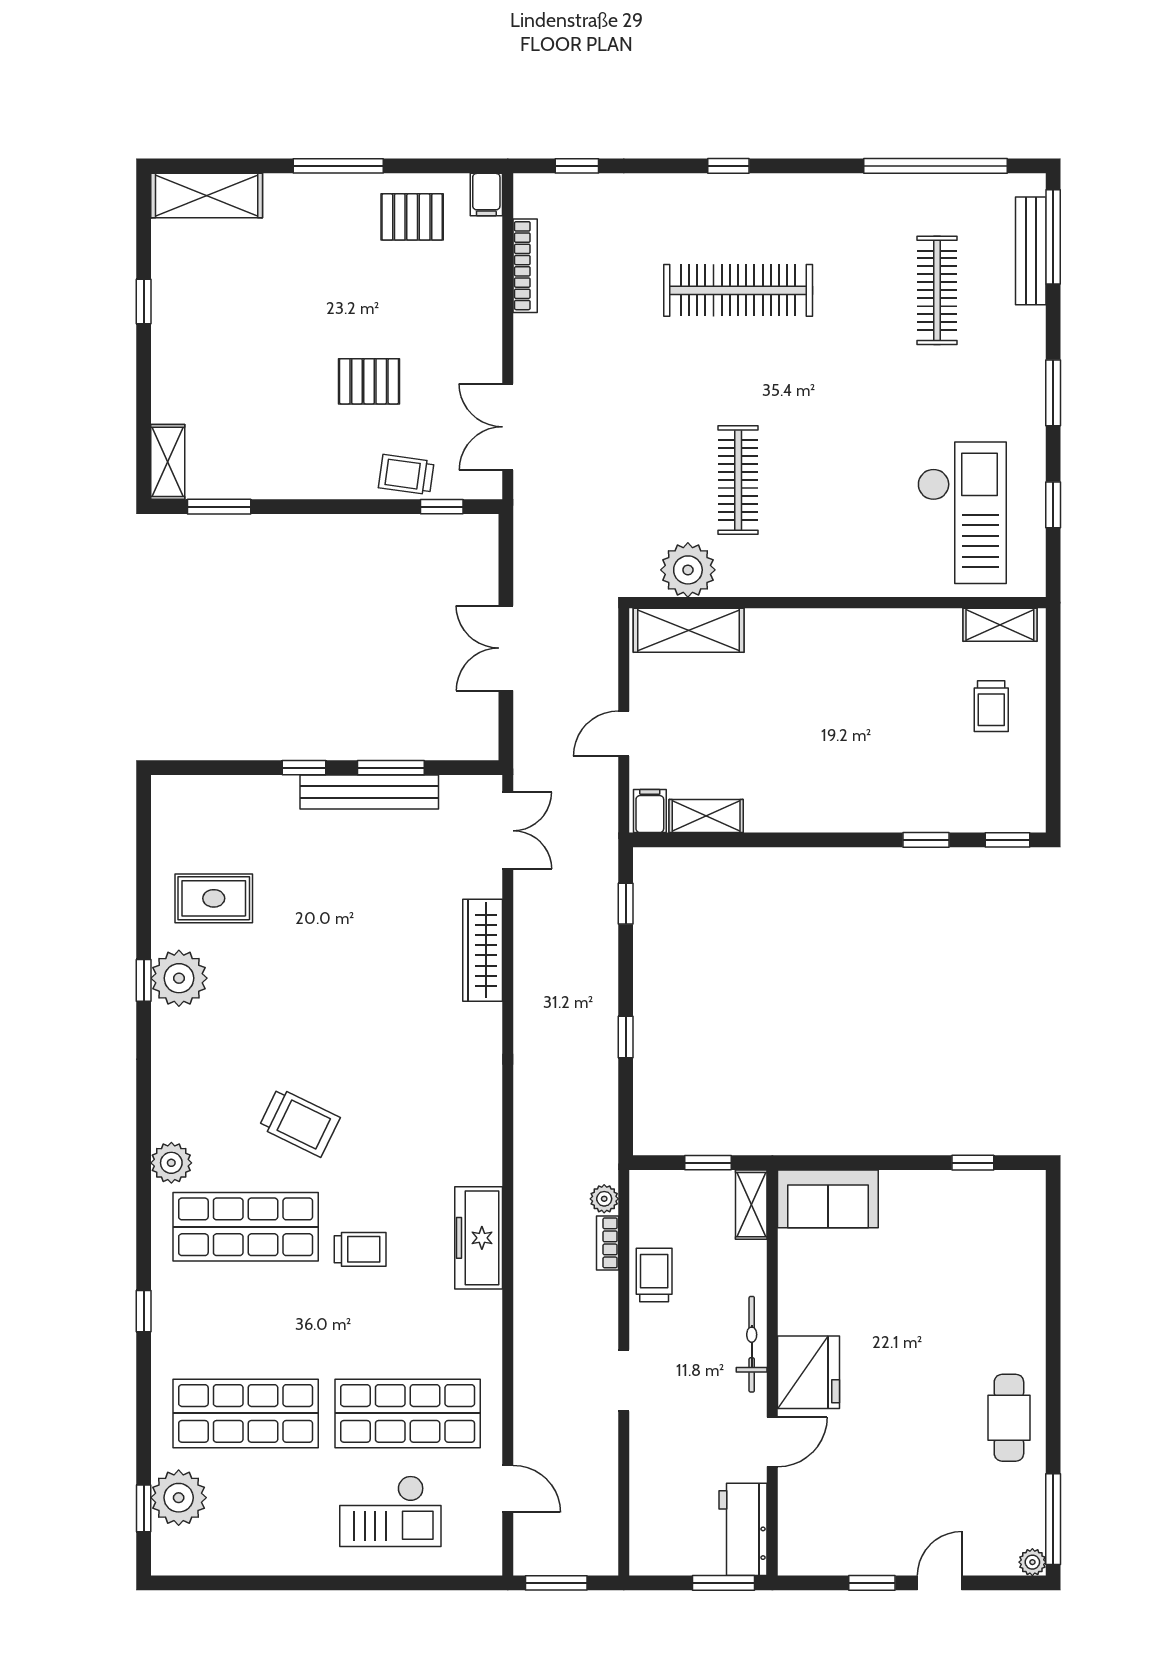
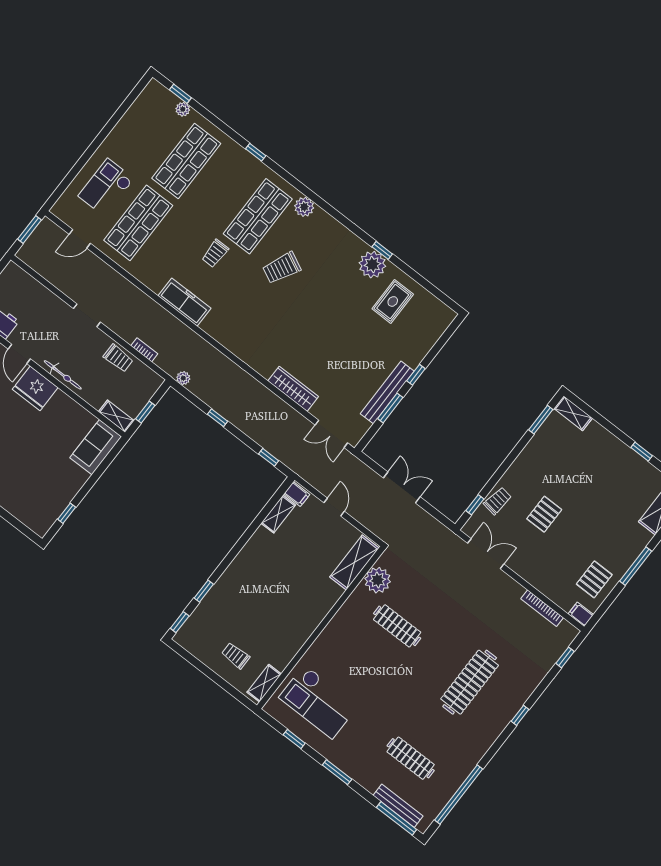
plant: (604, 1199) -> (183, 378), moved
plant: (179, 1498) -> (183, 109), width x0.53, depth x0.53

